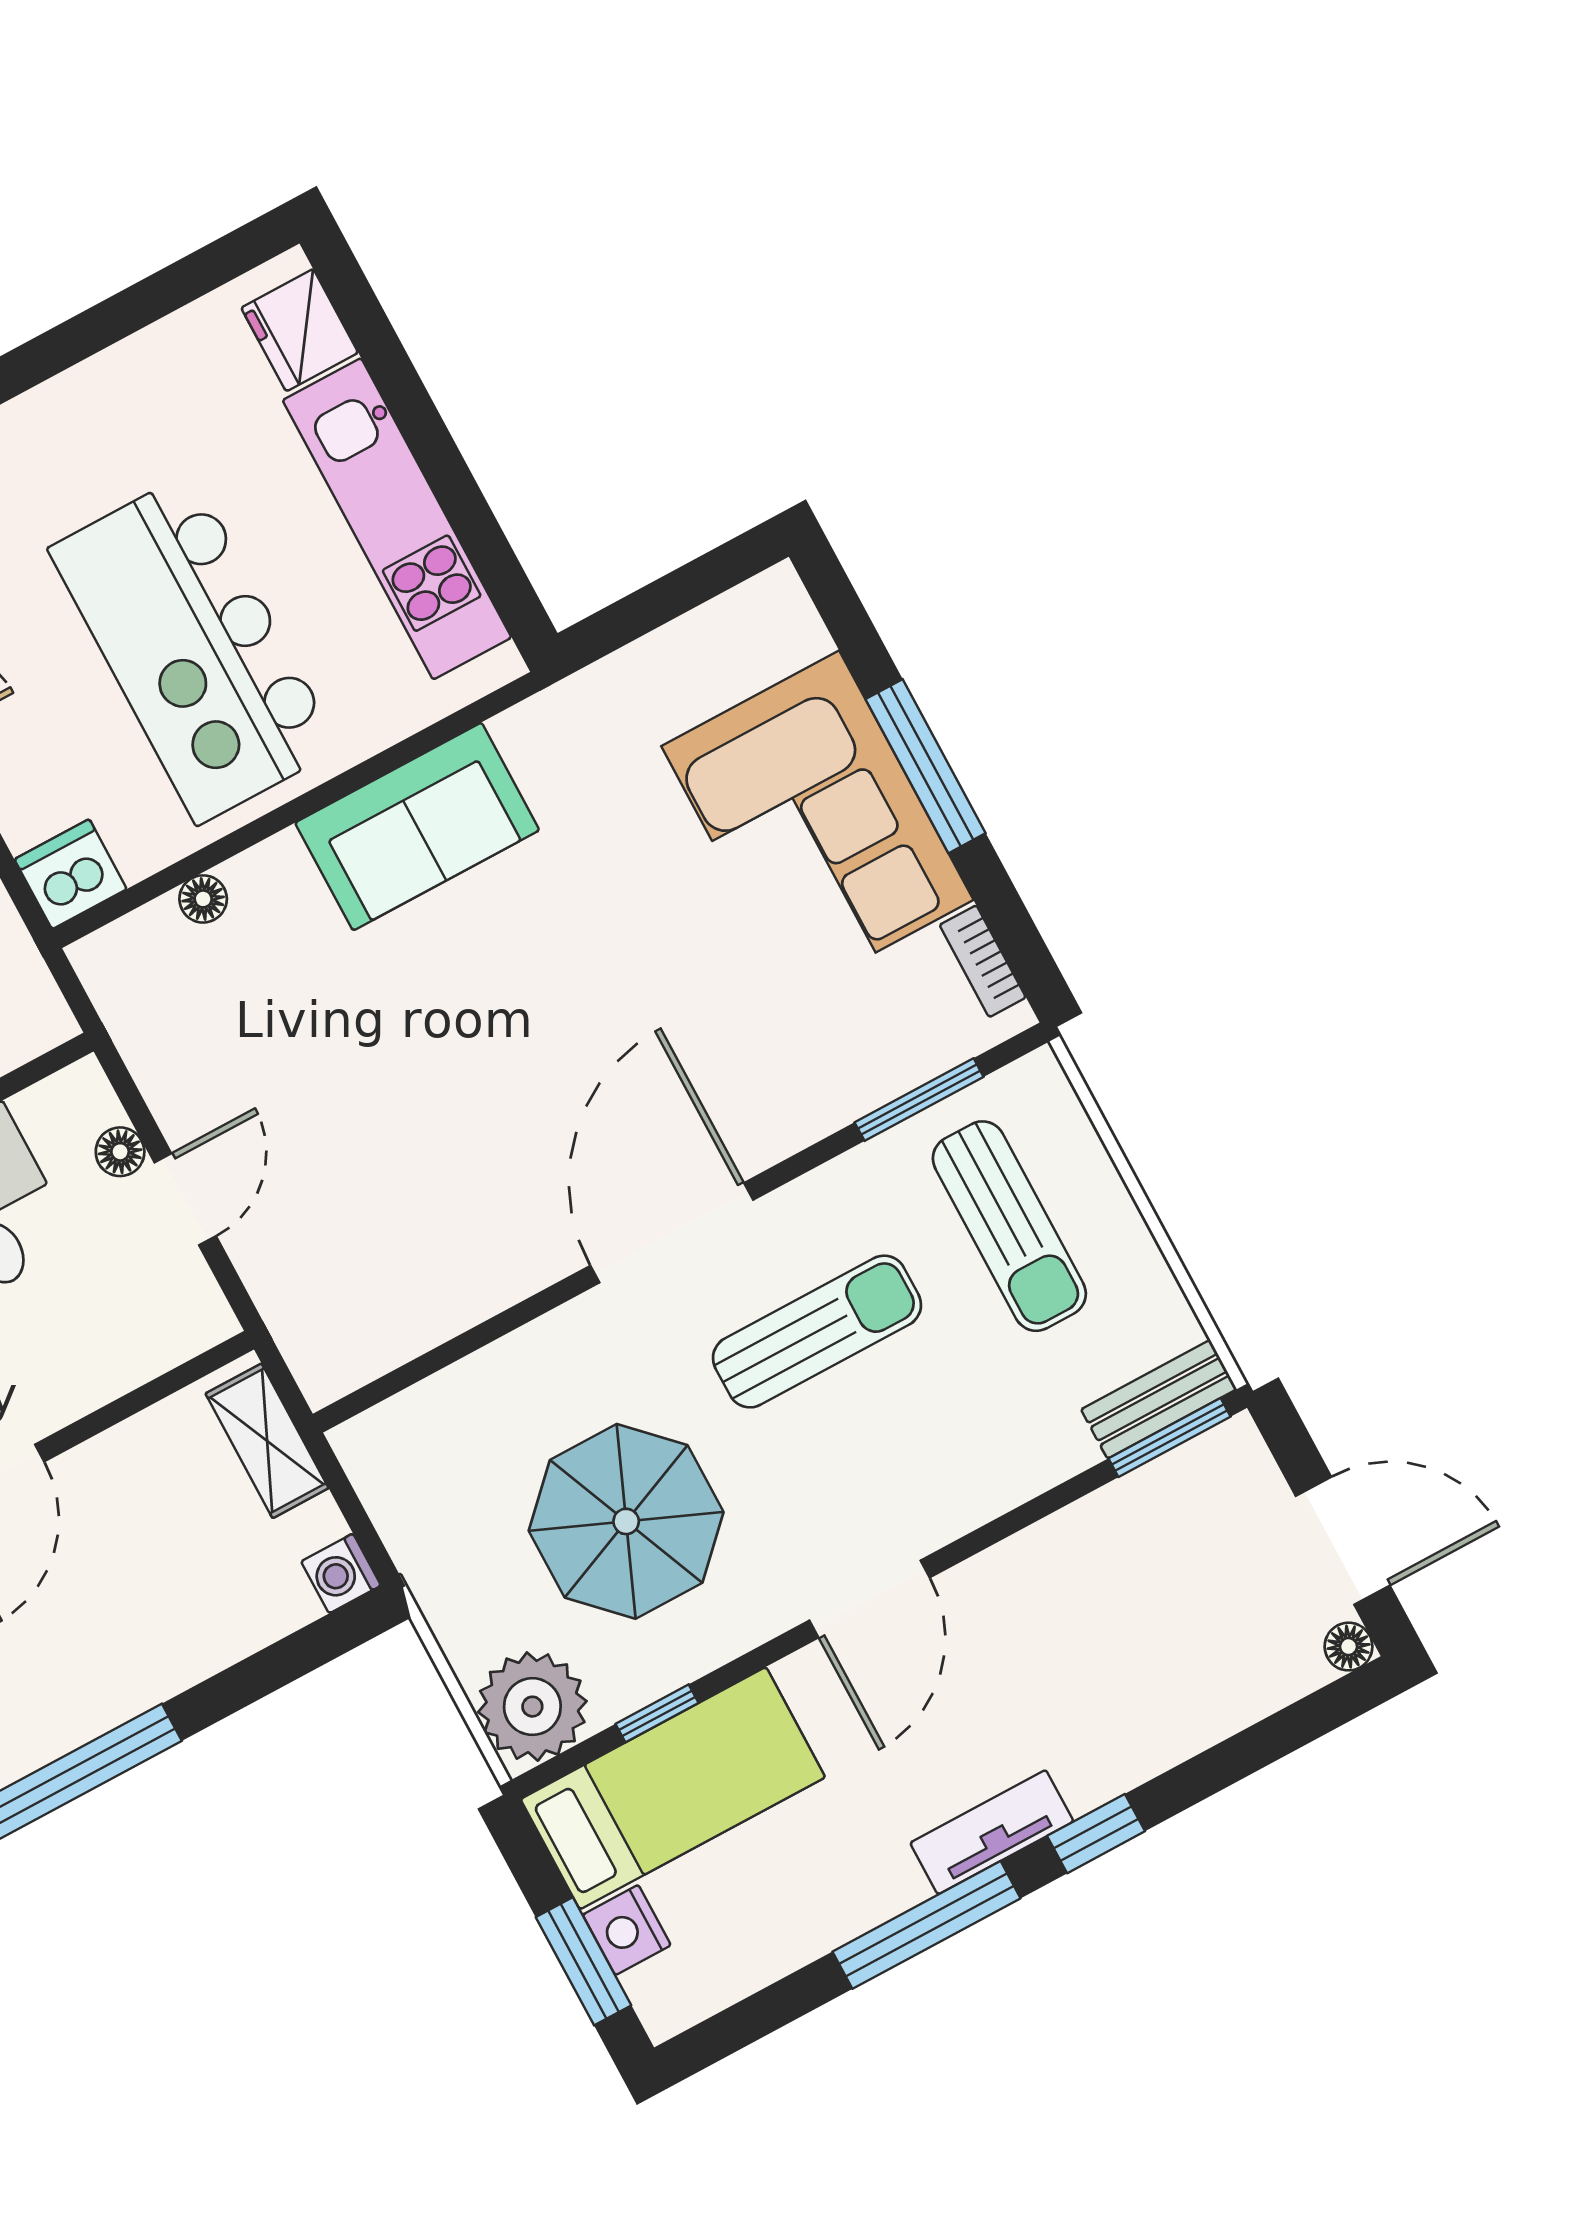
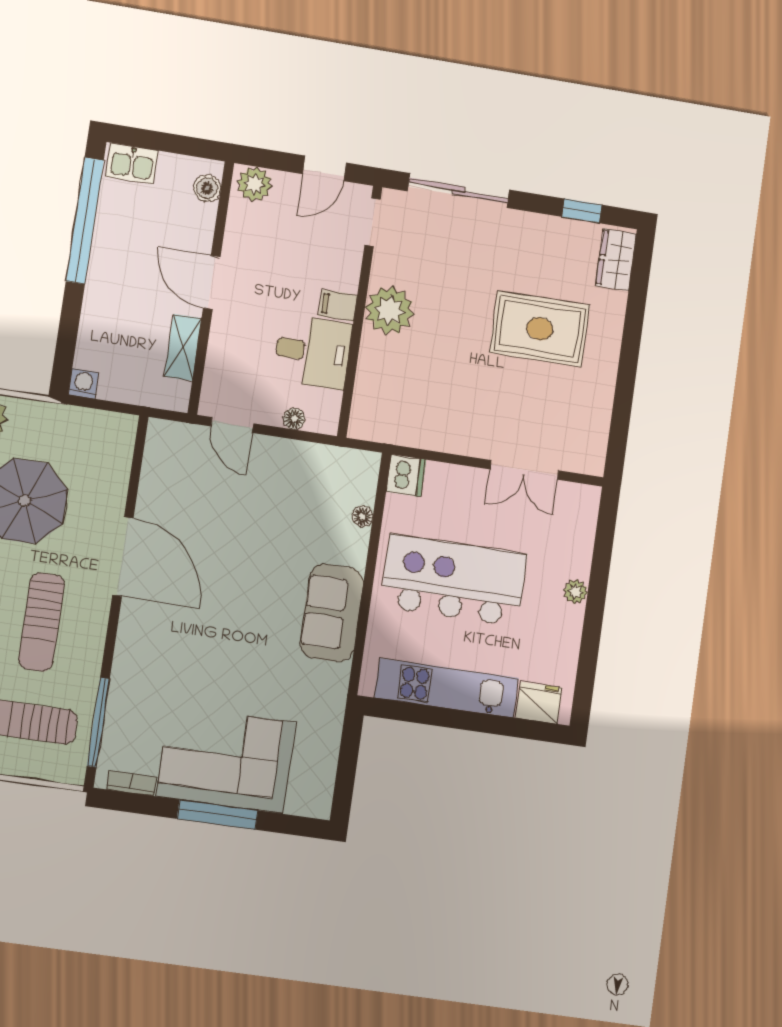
plant: (49, 410) -> (575, 592), added
window: (919, 1100) -> (98, 722), width x1.44
door: (185, 1199) -> (232, 425), moved
door: (672, 1233) -> (123, 557), moved
shelving: (267, 1441) -> (183, 347), moved, turned 90

